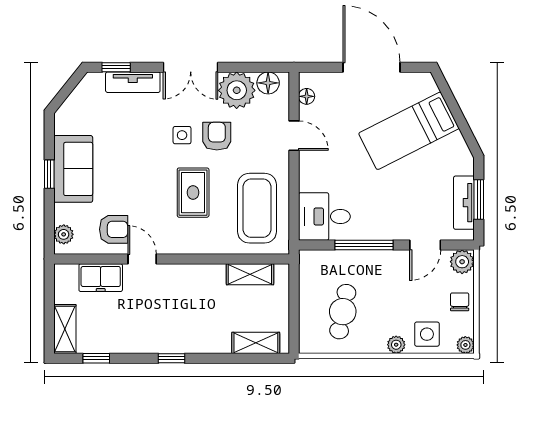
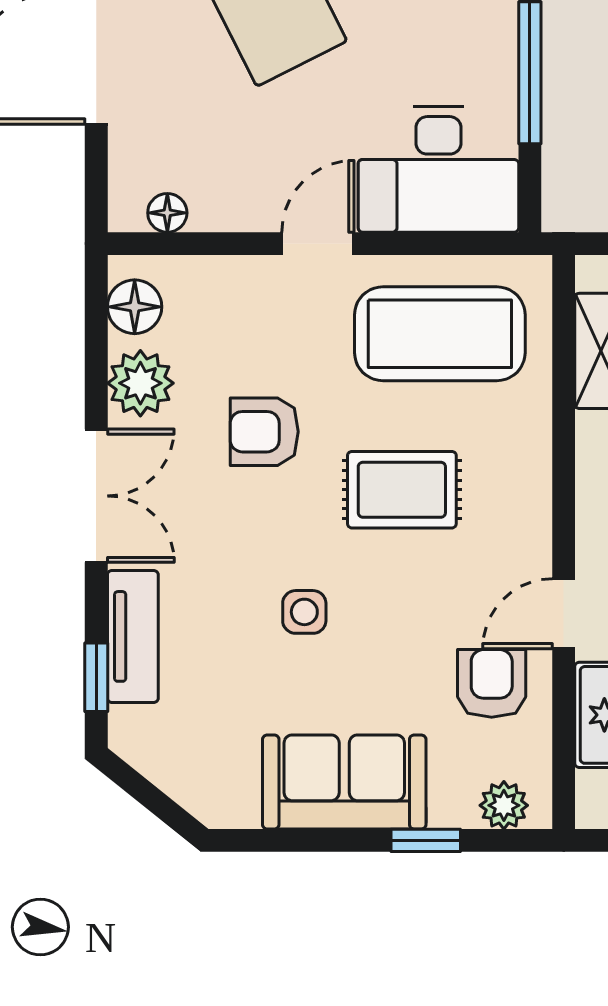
plant: (237, 90) -> (140, 383), width x0.73, depth x0.73
side table: (182, 135) -> (304, 612), moved
door: (294, 136) -> (318, 244), moved
window: (49, 174) -> (426, 840), moved
desk: (324, 217) -> (438, 169), width x1.37

